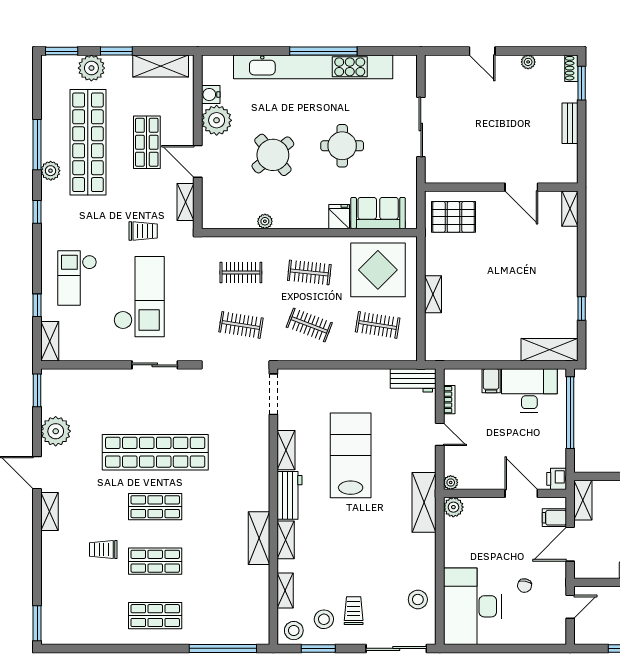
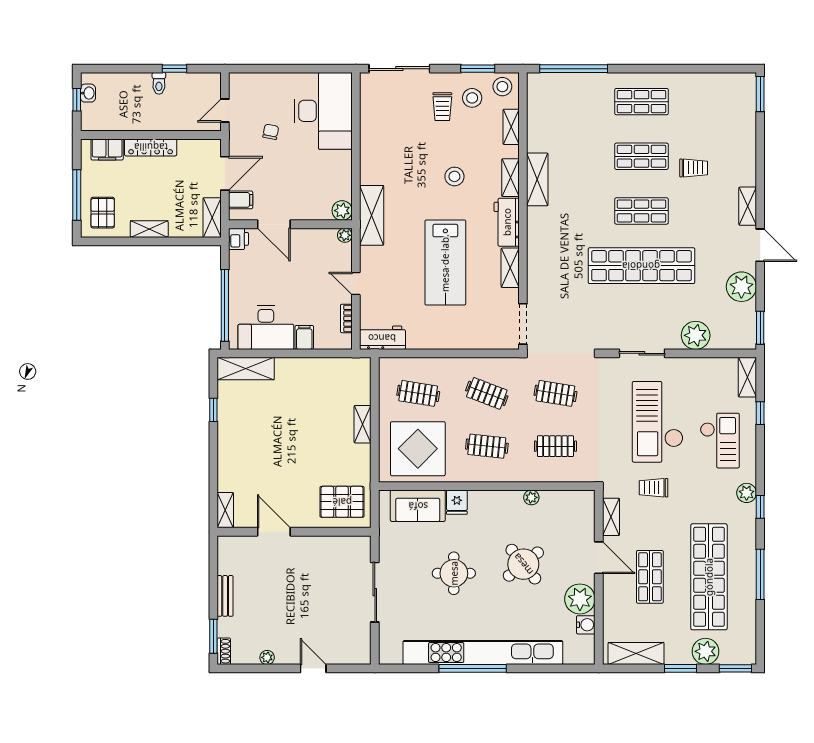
plant: (51, 171) -> (747, 493), moved
plant: (101, 383) -> (696, 335), added
stool: (418, 600) -> (454, 176), moved

